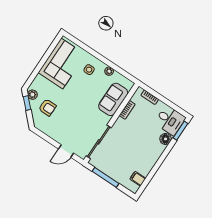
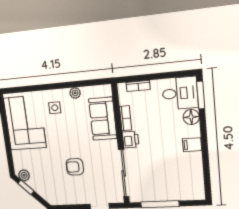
armchair: (47, 107) -> (75, 167), moved, turned 180
printer: (120, 125) -> (130, 140), added
filing cabinet: (138, 179) -> (192, 145), moved

